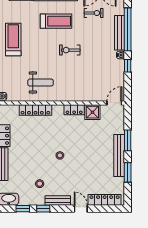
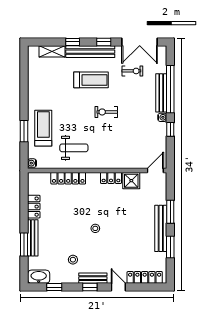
treadmill: (13, 39) -> (43, 128), moved
window: (43, 209) -> (90, 287), moved

